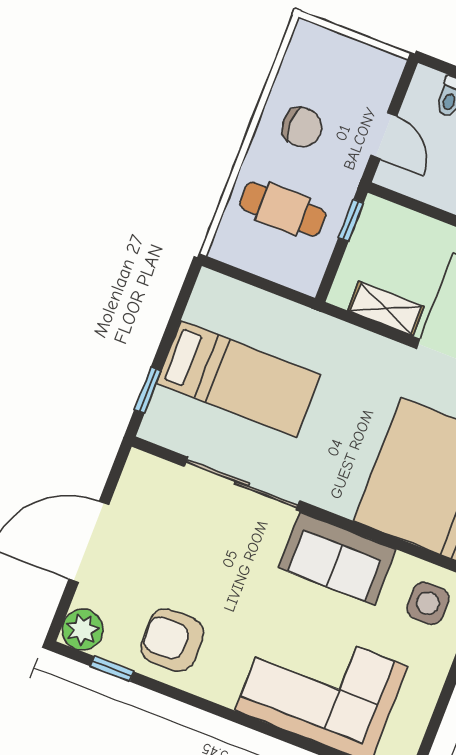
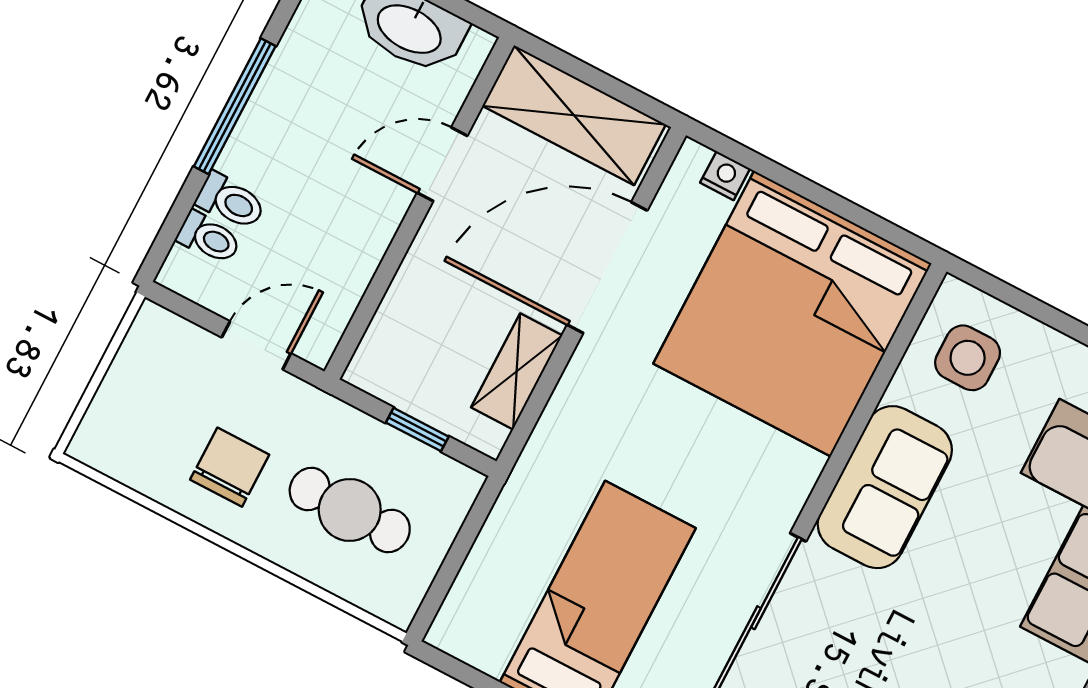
cafe table: (283, 209) -> (350, 510), turned 90
window: (351, 220) -> (417, 430), moved

